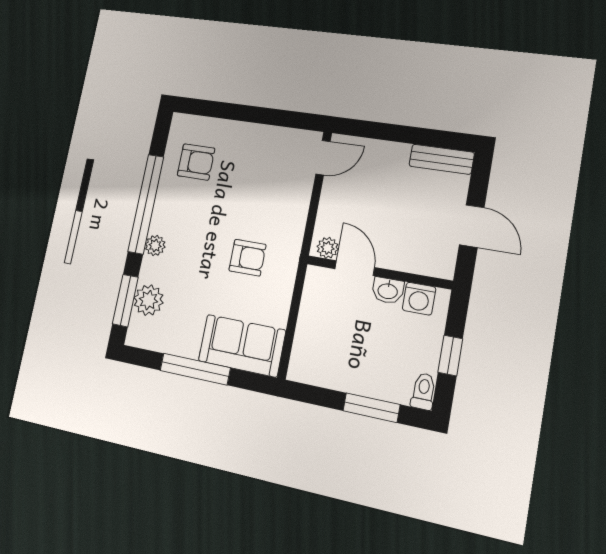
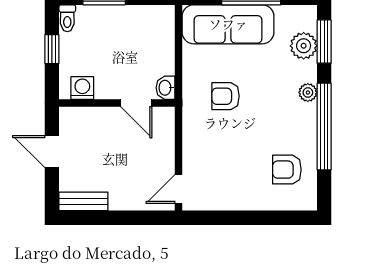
plant: (328, 248) -> (161, 115), removed
washbasin: (388, 291) -> (165, 88), moved, turned -90
sofa: (242, 346) -> (228, 24), width x1.36

